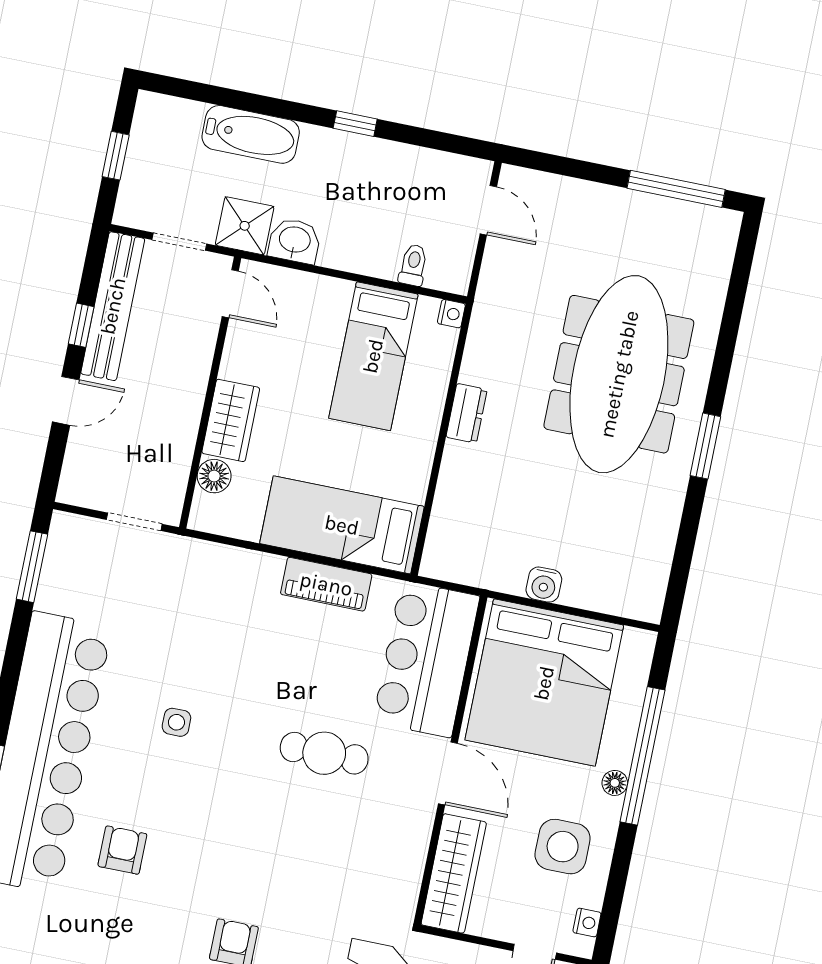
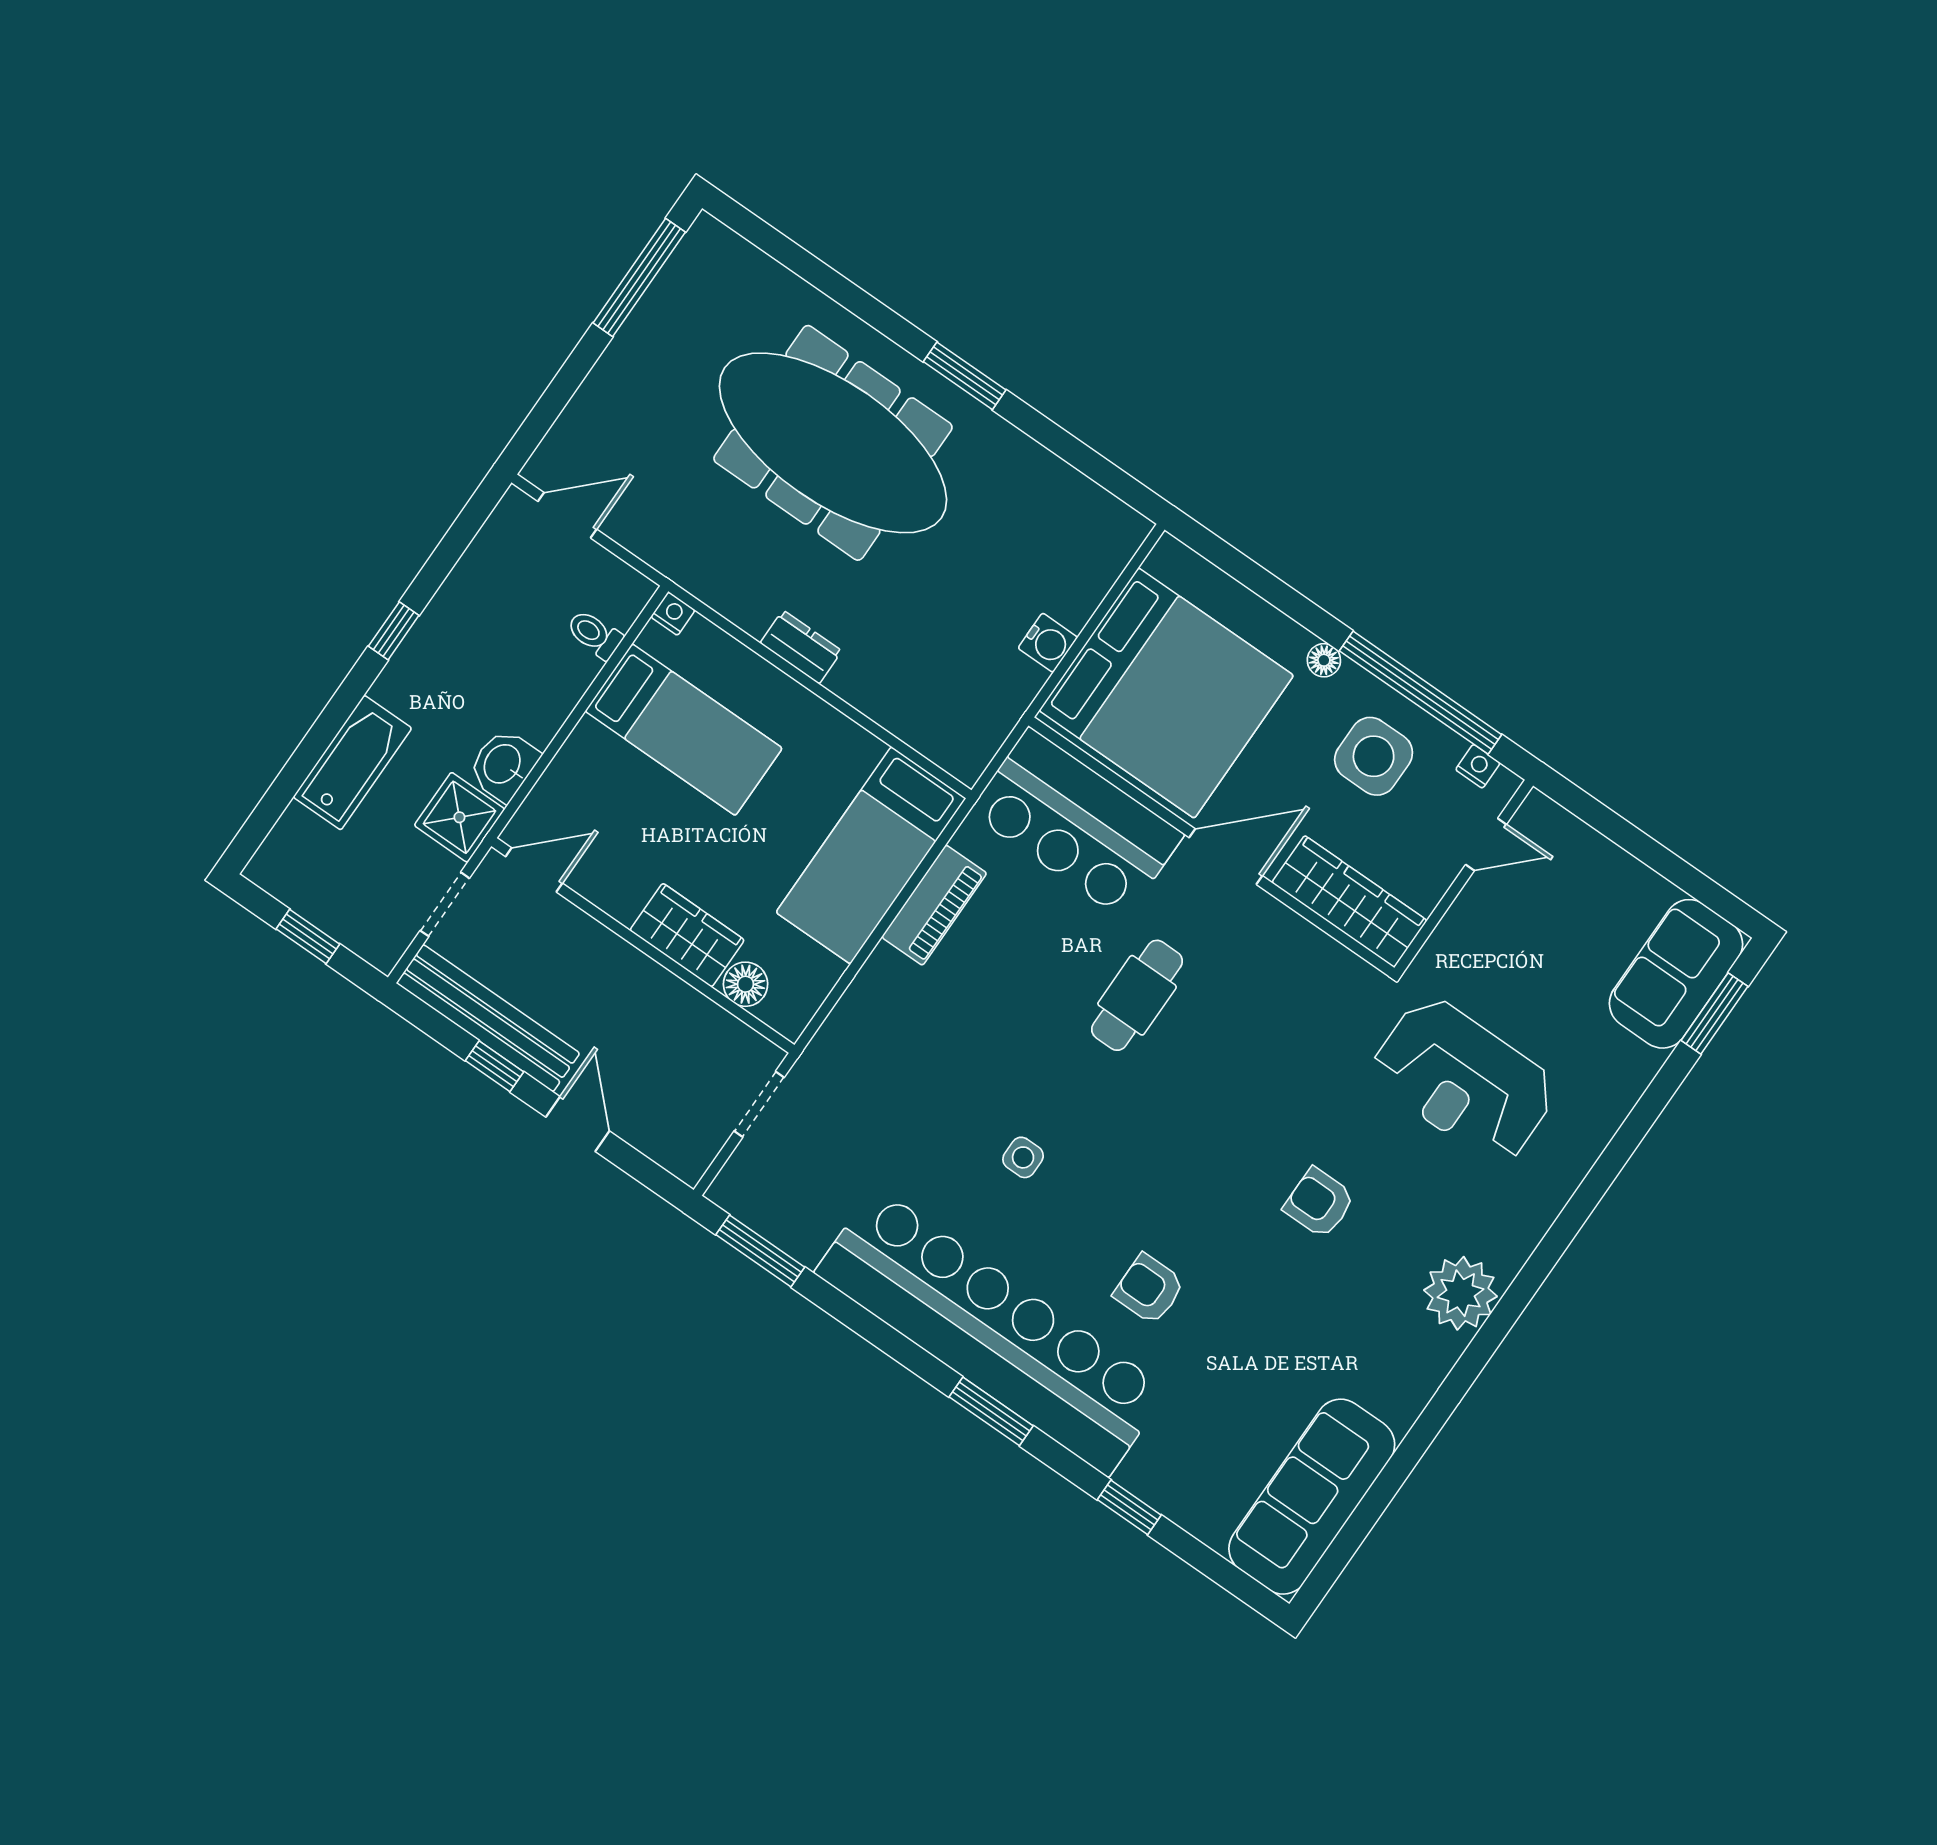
window: (642, 756) -> (1421, 693), moved

